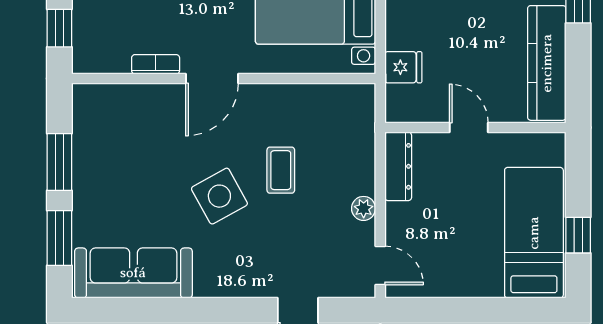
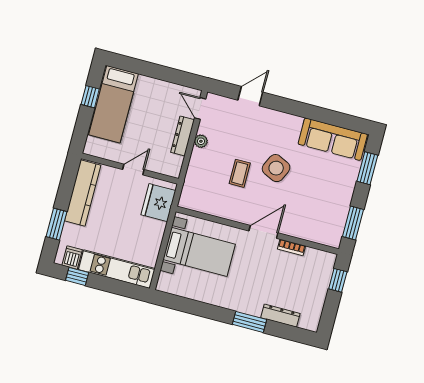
fridge: (403, 67) -> (158, 203), width x1.88, depth x1.34
door: (469, 128) -> (133, 169), swing flipped
window: (59, 162) -> (353, 223), moved
dresser: (398, 166) -> (183, 136), moved
side table: (219, 196) -> (276, 168), turned -36

